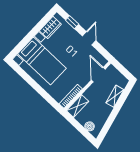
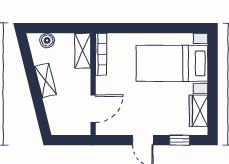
door: (98, 75) -> (93, 109), hinge flipped
shelving: (115, 96) -> (45, 80), moved

